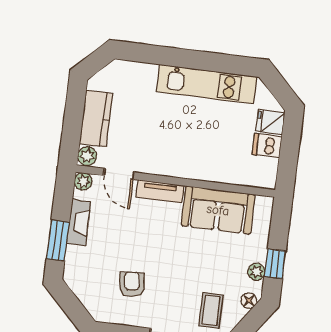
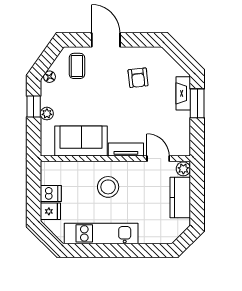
stool: (190, 145) -> (108, 187), added
plant: (83, 181) -> (184, 150), removed
fireplace: (79, 222) -> (183, 93), moved
plant: (256, 272) -> (47, 114), moved

